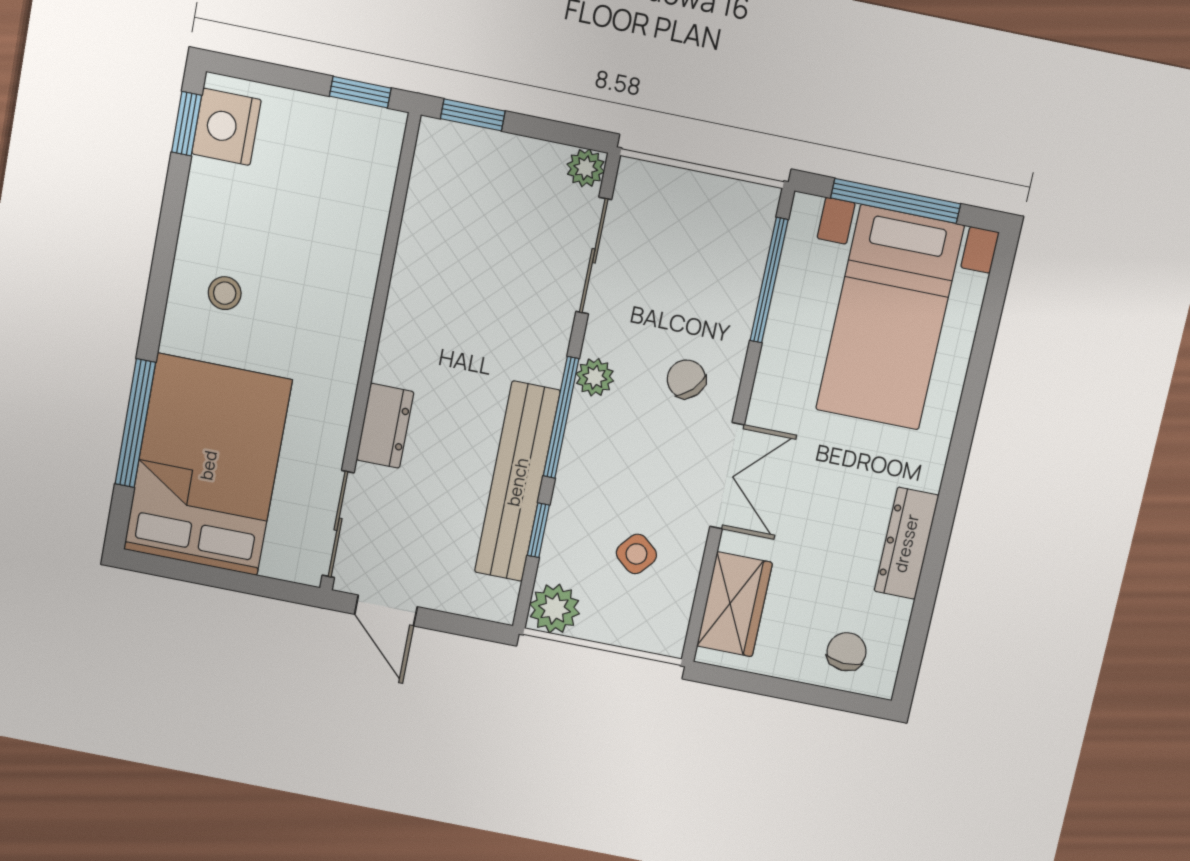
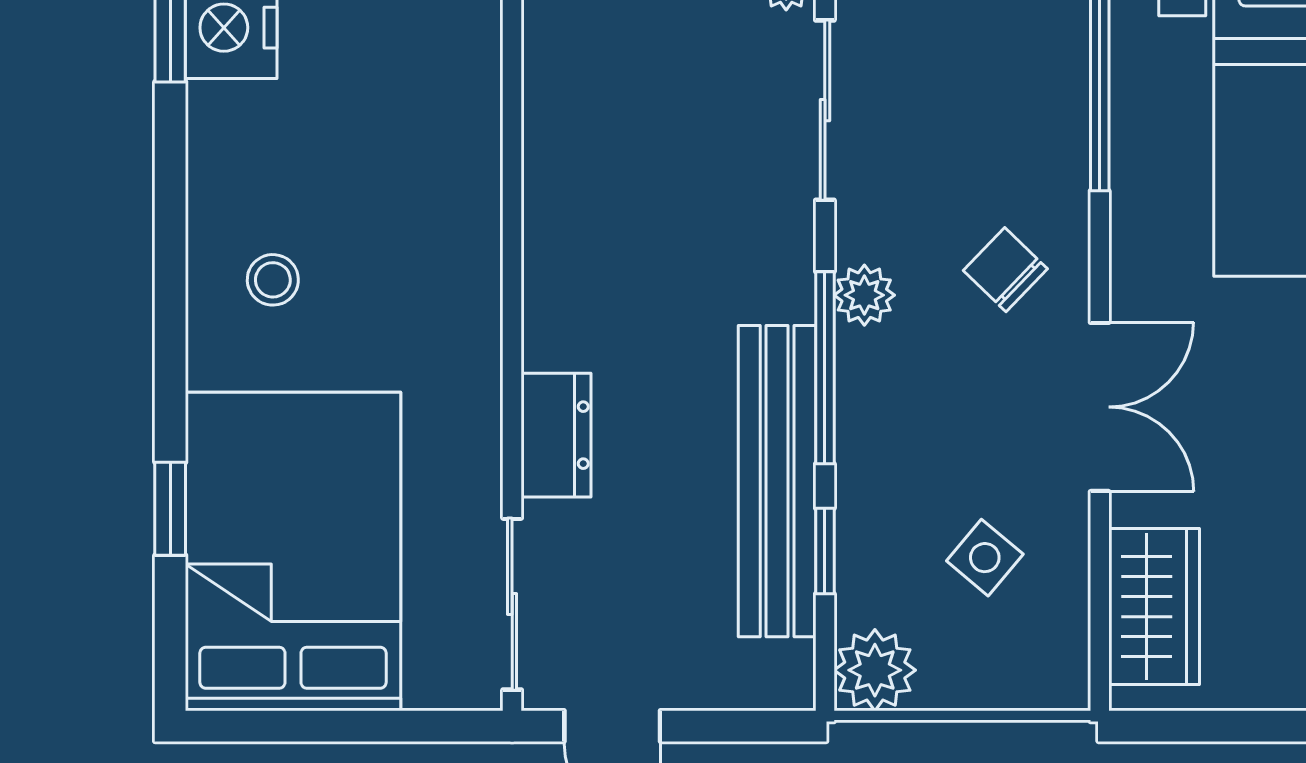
window: (135, 423) -> (170, 509), width x0.46

